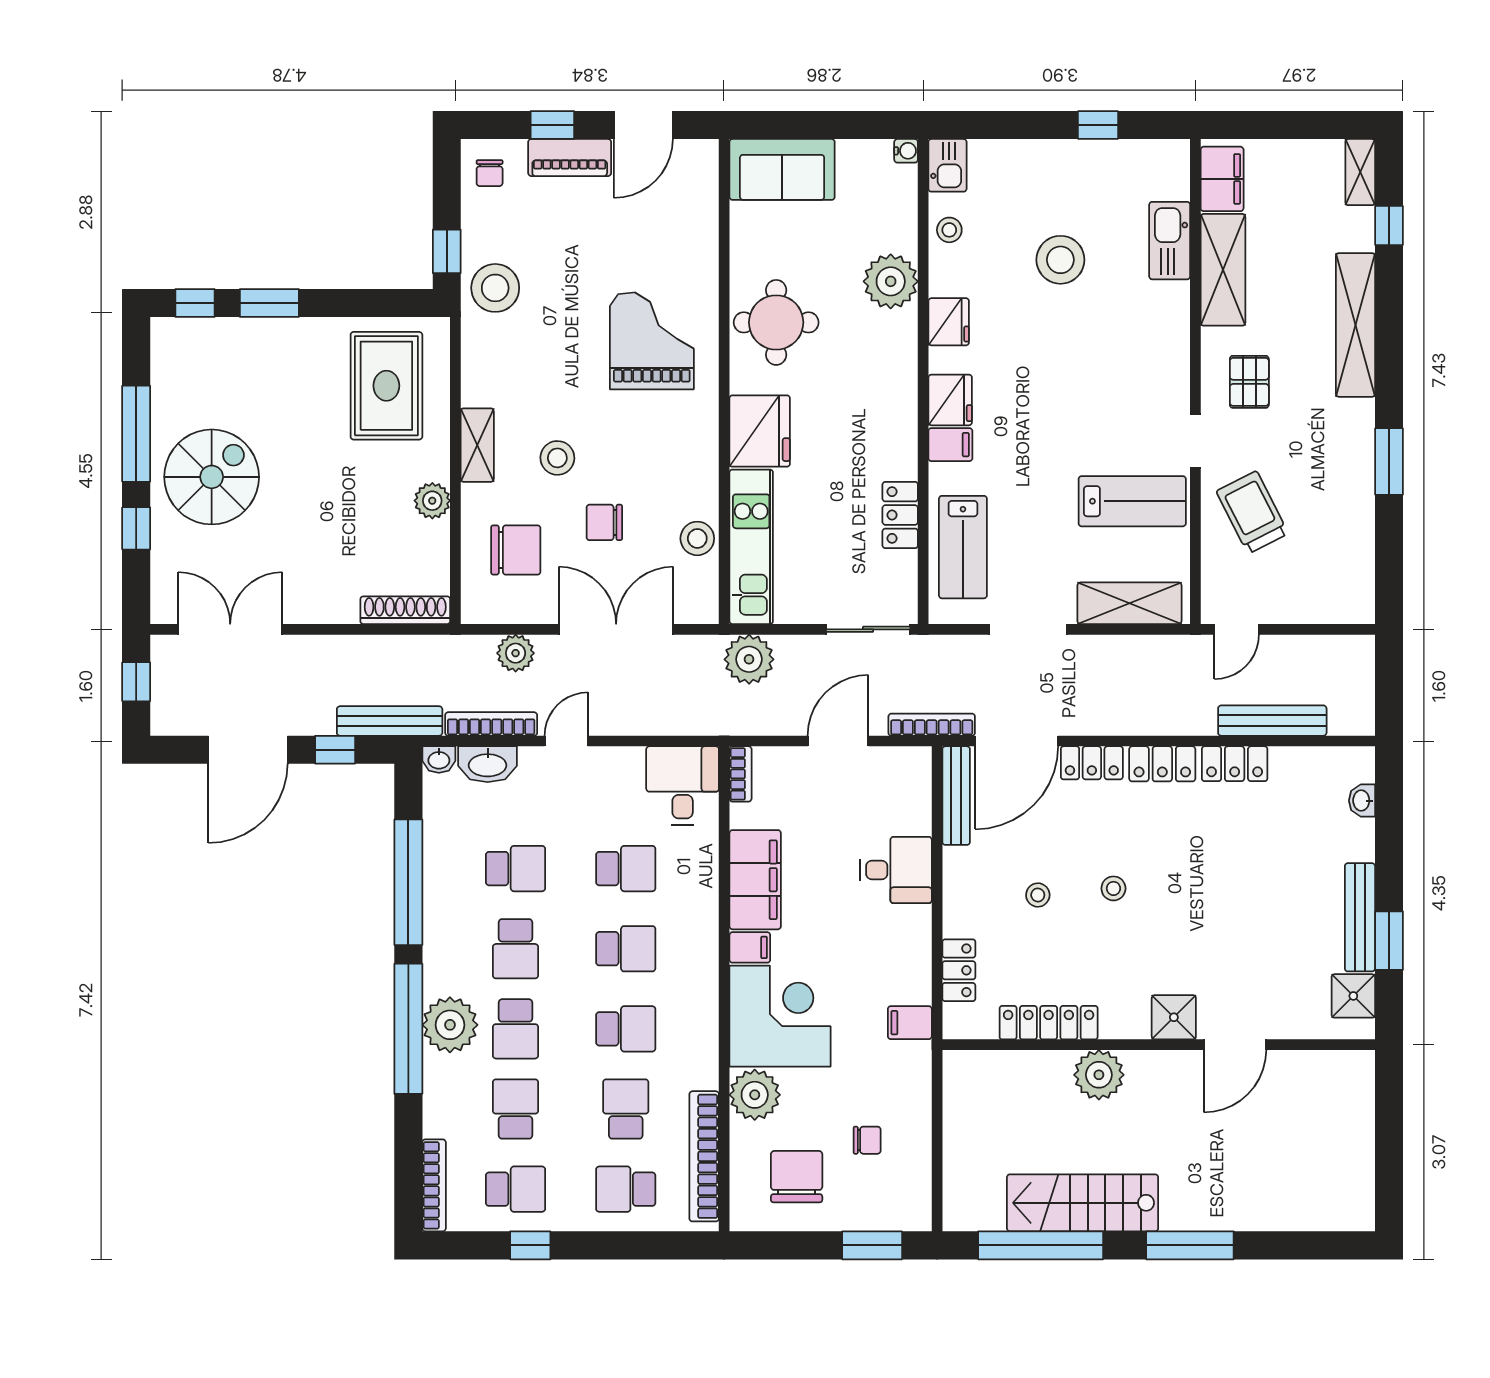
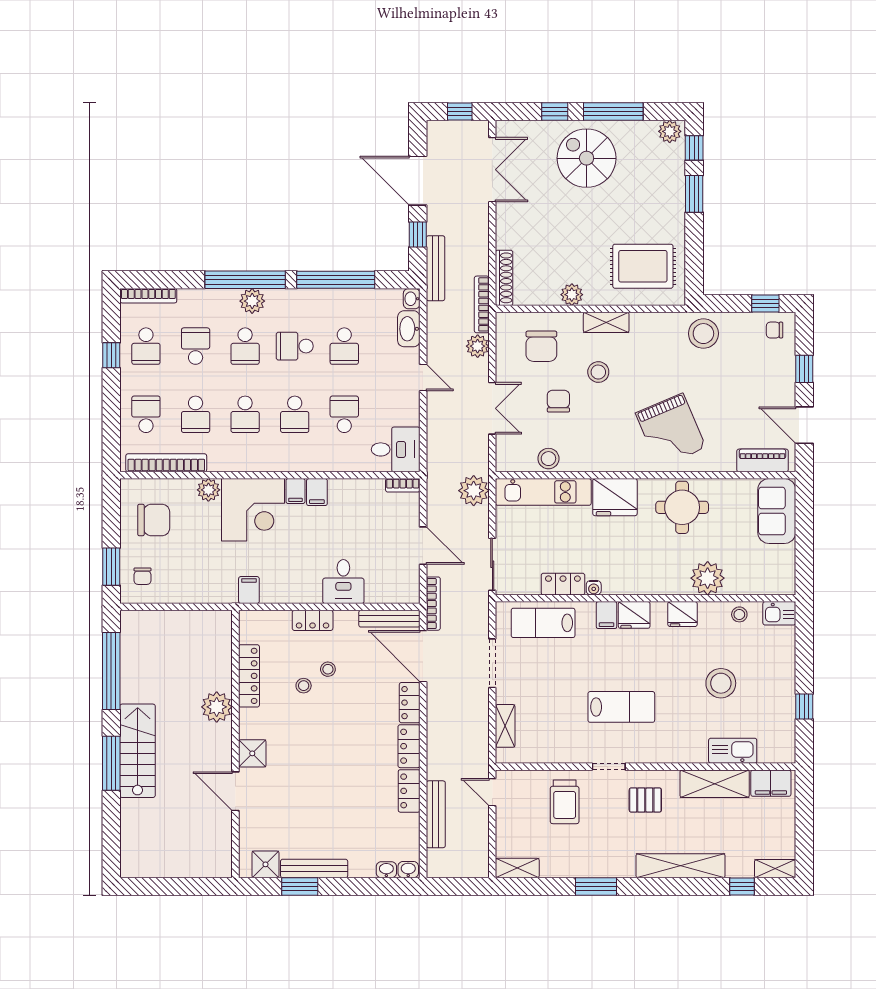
water cooler: (906, 151) -> (594, 588), moved
piano: (570, 158) -> (762, 460), moved, turned 90
window: (447, 251) -> (765, 304), moved
grand piano: (652, 341) -> (671, 430), turned 67
plant: (169, 342) -> (670, 131), added
spiral stairs: (212, 477) -> (587, 158), turned 180
lab bench: (1132, 501) -> (621, 707), moved, turned -90
trolley: (1252, 512) -> (565, 802), turned 117
shelving: (1359, 589) -> (517, 868), added
shelving: (1129, 603) -> (505, 726), width x0.67, depth x0.75
double door: (616, 629) -> (492, 408), width x0.73
bookcase: (491, 724) -> (482, 304), moved, turned 180
washbasin: (1362, 765) -> (408, 870), added
school desk: (626, 869) -> (344, 414), turned 180
filing cabinet: (755, 880) -> (317, 492), width x0.33, depth x0.86
stool: (1113, 888) -> (304, 686), moved
locker: (959, 970) -> (313, 620), moved
plant: (450, 1025) -> (252, 301), width x0.73, depth x0.73
school desk: (515, 1029) -> (245, 346), turned -90
plant: (755, 1095) -> (208, 490), width x0.73, depth x0.73
school desk: (515, 1109) -> (196, 346), turned -90
school desk: (626, 1109) -> (196, 414), turned 90
chair: (867, 1140) -> (143, 576), moved
stairs: (1083, 1203) -> (138, 751), moved

